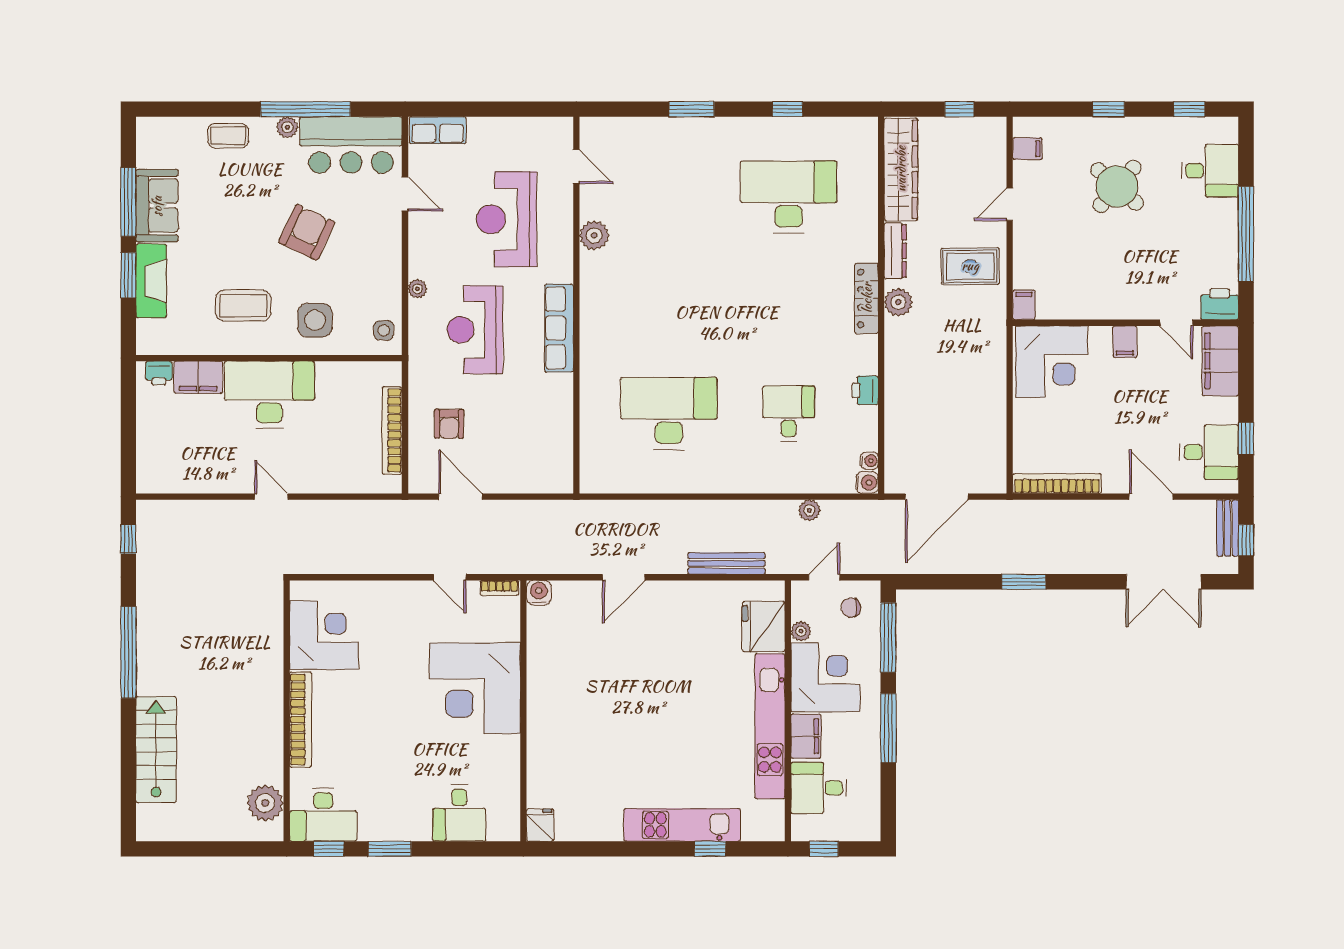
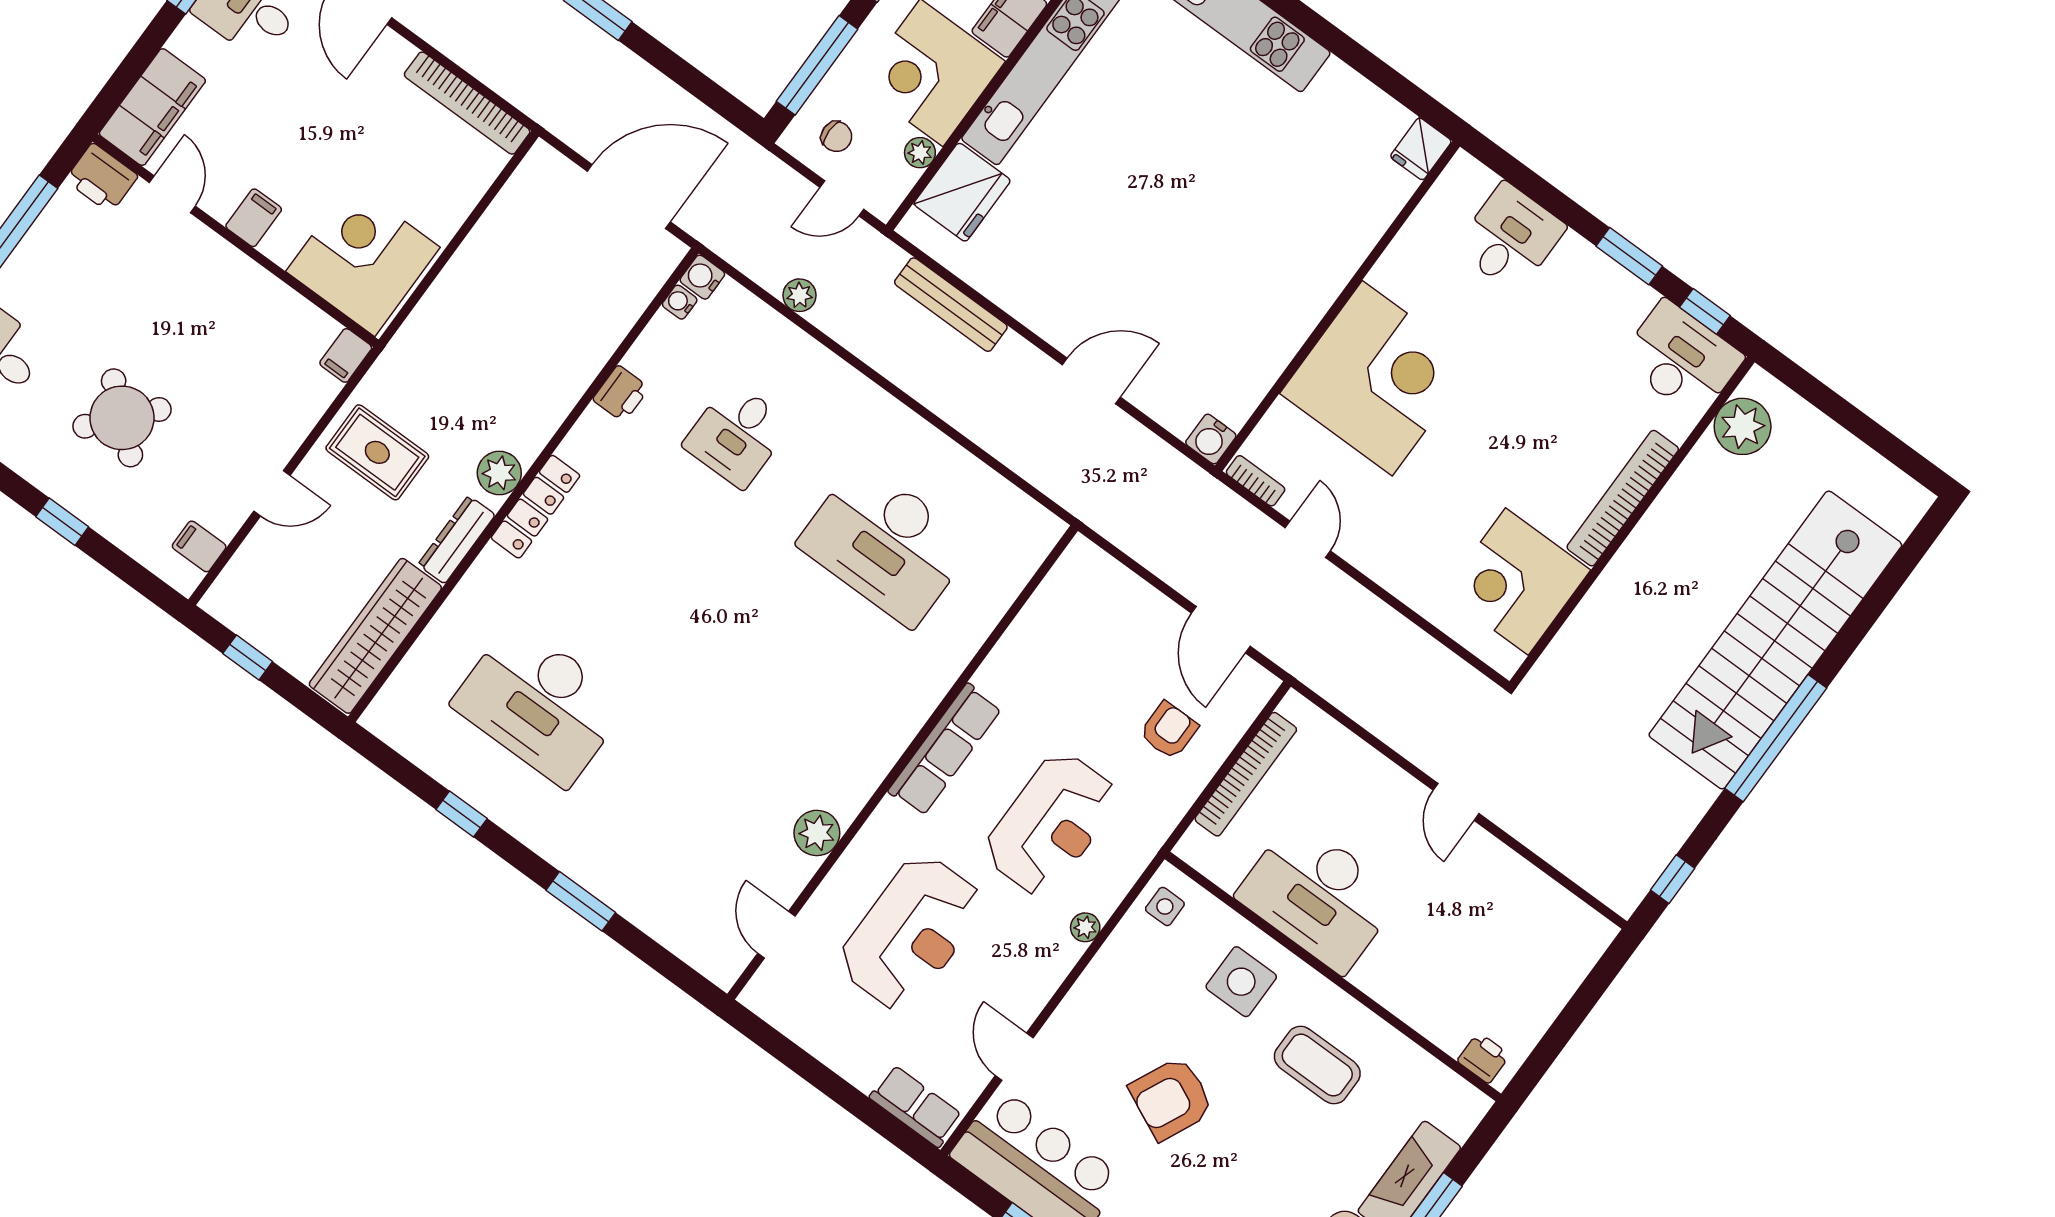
filing cabinet: (198, 377) -> (1438, 1017), removed
desk: (269, 395) -> (1318, 896), moved
stairs: (156, 750) -> (1775, 640), width x1.86, depth x1.51

